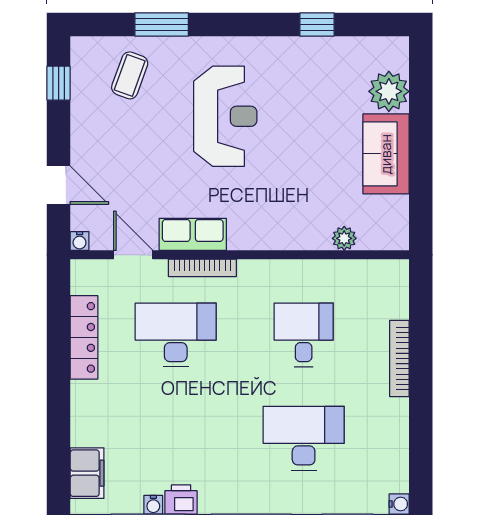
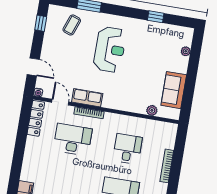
plant: (389, 91) -> (186, 51), width x0.53, depth x0.53
sofa: (386, 154) -> (174, 90), moved
locker: (84, 337) -> (36, 118), moved

